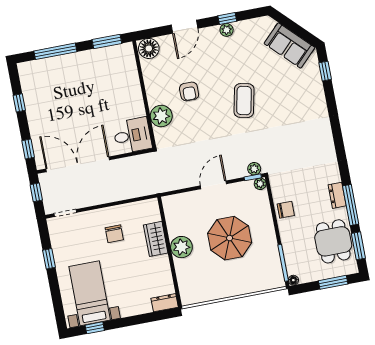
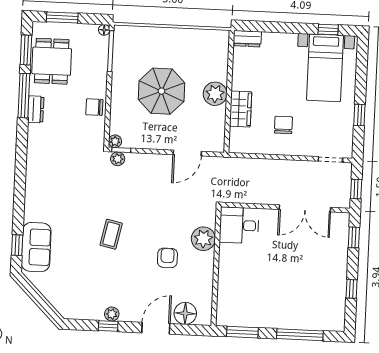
sofa: (289, 45) -> (36, 247), moved, turned 45
floor lamp: (149, 48) -> (185, 313), moved
coffee table: (244, 101) -> (111, 234), width x0.73, depth x0.77
double door: (78, 164) -> (305, 208), width x0.73
door: (213, 185) -> (187, 153), moved

